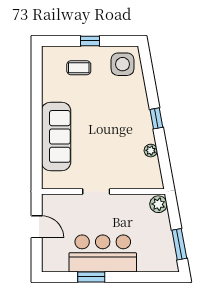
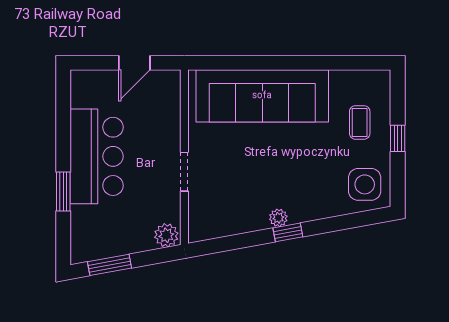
sofa: (56, 136) -> (262, 96), width x1.36, depth x1.27
plant: (151, 151) -> (278, 218), moved
doorway: (96, 191) -> (184, 172), moved
window: (91, 277) -> (63, 191), moved

